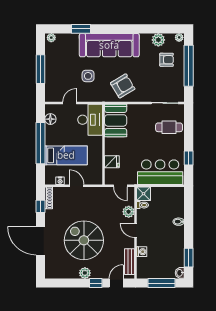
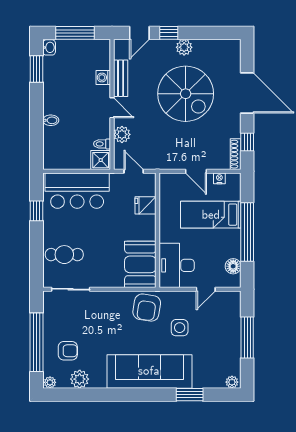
armchair: (167, 60) -> (68, 351), turned 180
armchair: (123, 86) -> (147, 308), moved, turned -50
bench: (130, 262) -> (121, 78), moved

